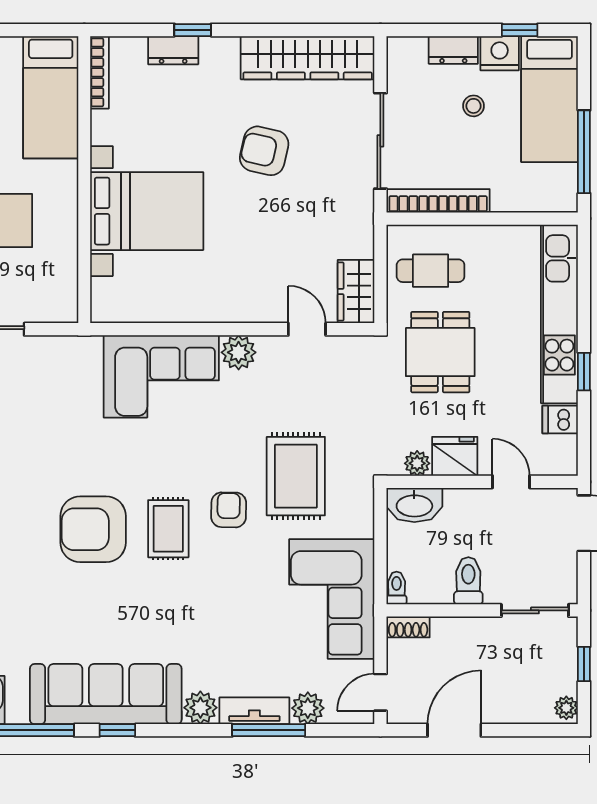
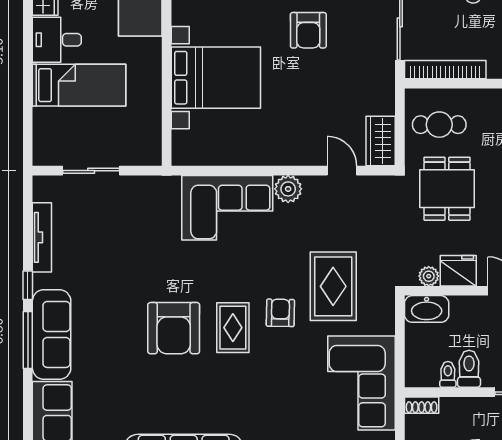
armchair: (264, 151) -> (308, 30), turned -103
armchair: (93, 529) -> (174, 328), turned -90
toilet: (397, 588) -> (448, 374), moved

